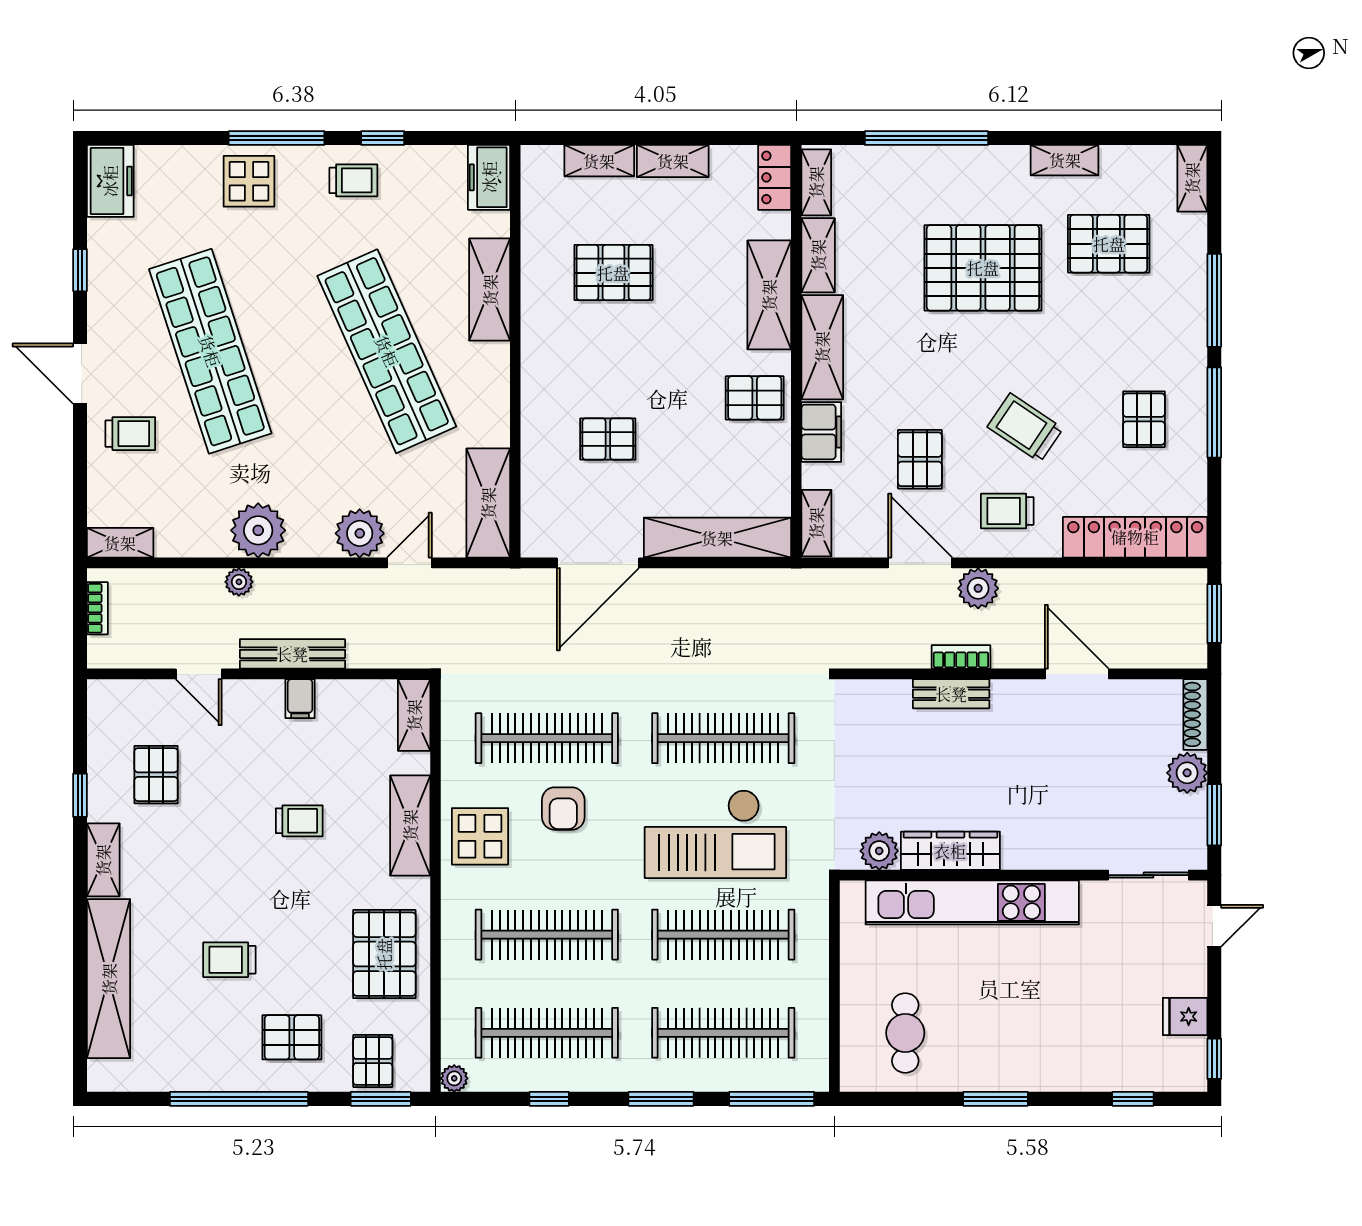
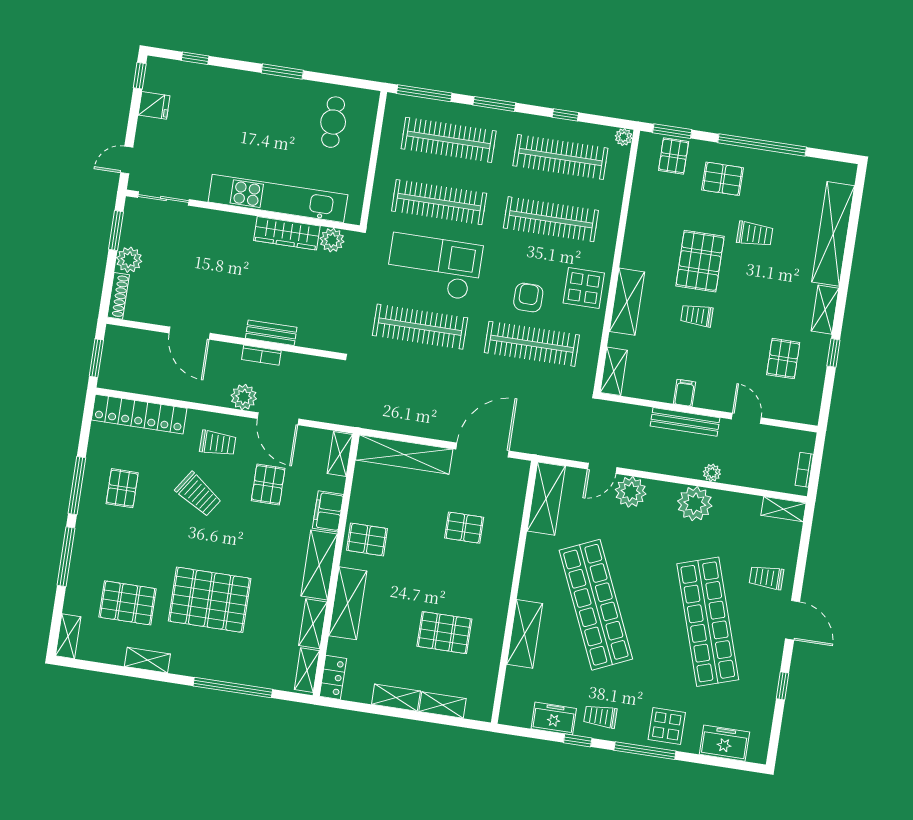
freezer: (489, 177) -> (554, 719), moved, turned -90
freezer: (110, 181) -> (724, 743), moved, turned 90
pallet: (384, 954) -> (700, 261), moved

